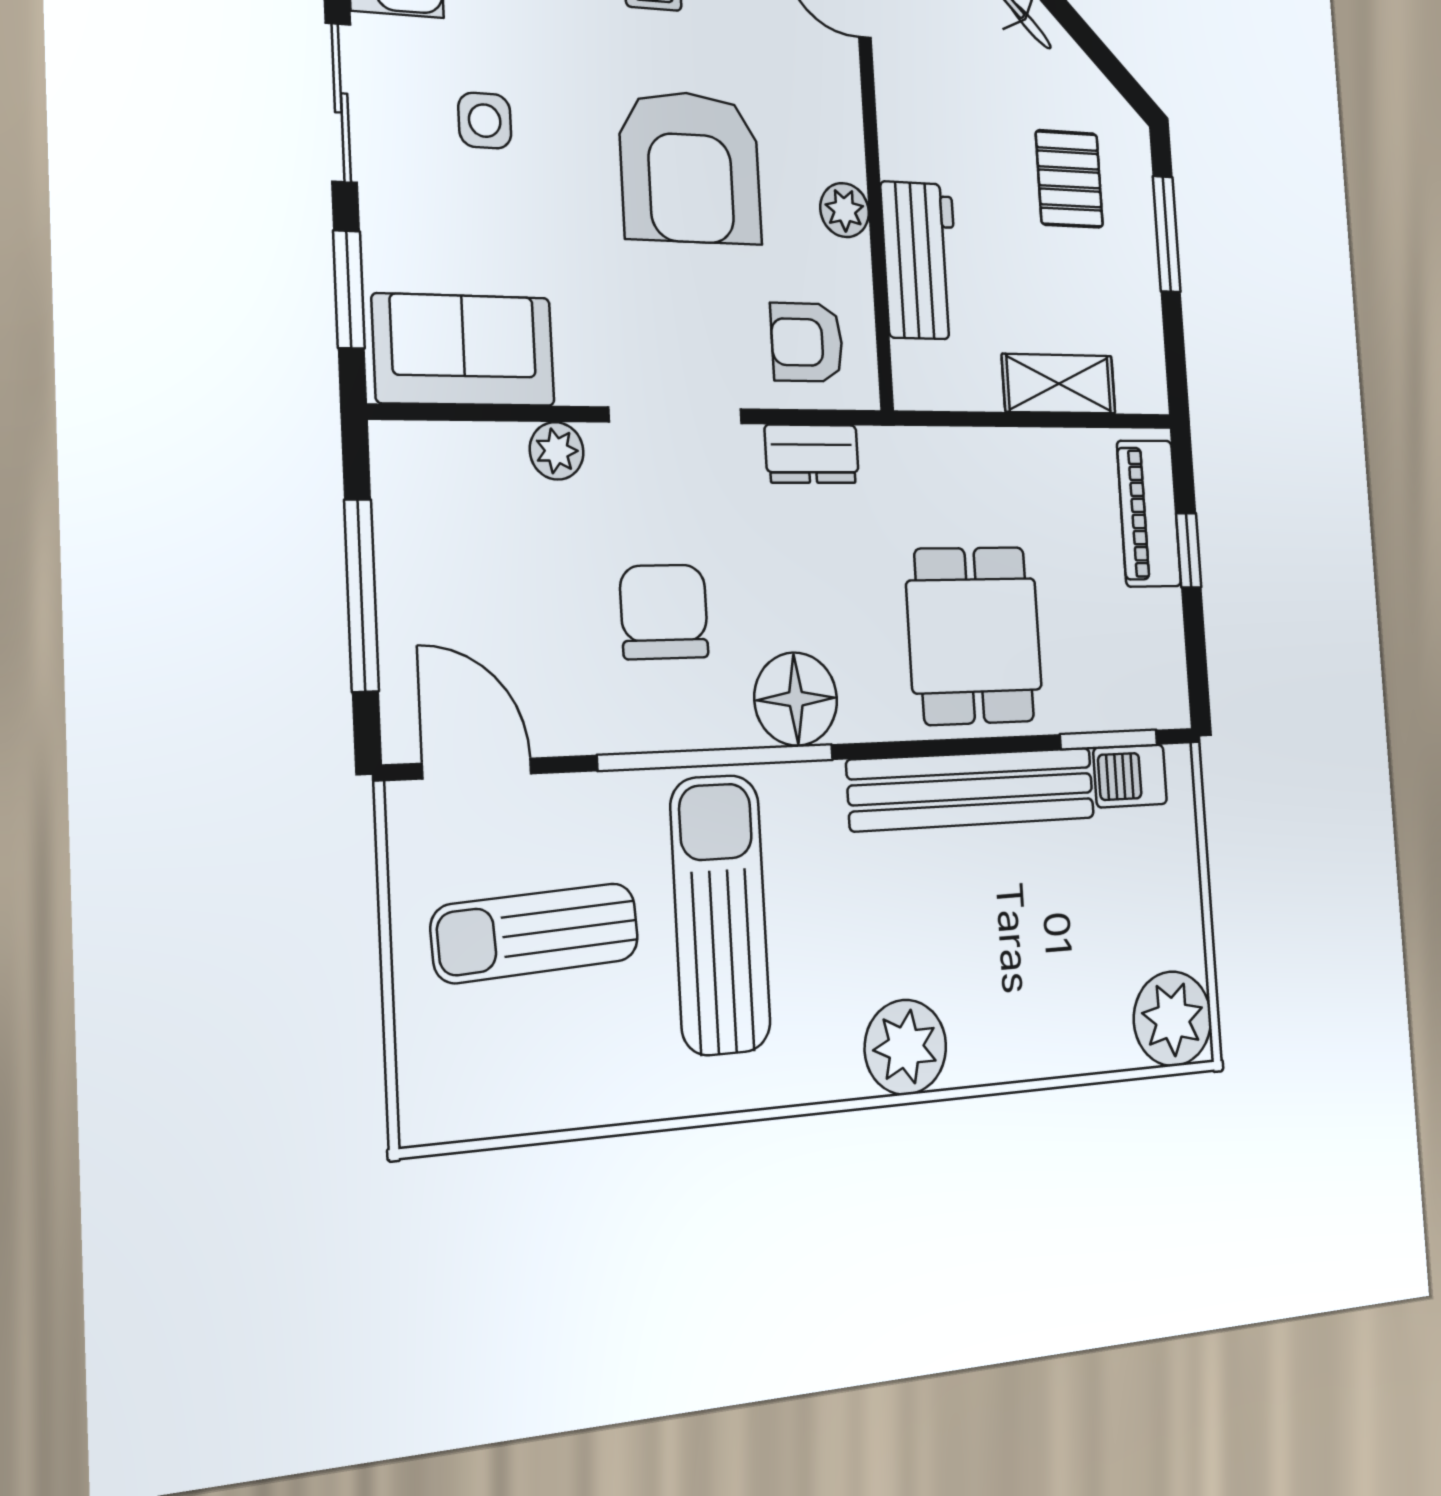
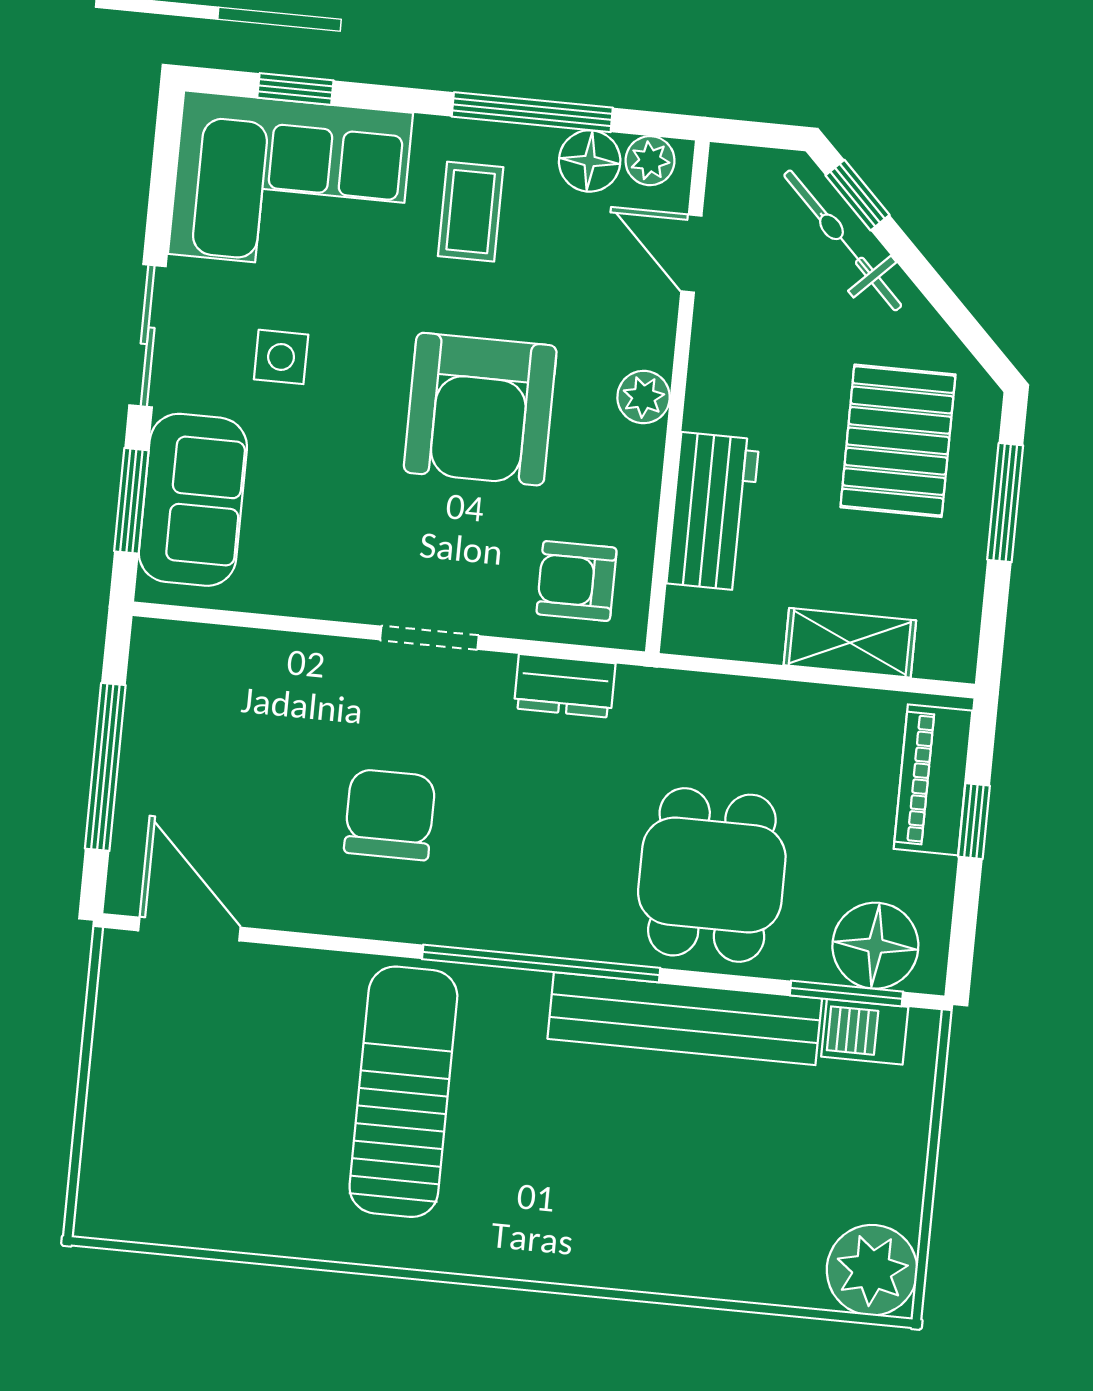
pallet: (1069, 179) -> (898, 441), width x1.50, depth x1.42
plant: (845, 210) -> (644, 397), moved
sofa: (464, 350) -> (193, 500), moved, turned 90
doorway: (676, 415) -> (429, 638), width x0.73
plant: (557, 451) -> (306, 659), removed
floor lamp: (796, 699) -> (875, 946), moved
window: (717, 758) -> (541, 963), moved
sun lounger: (535, 933) -> (223, 1078), removed
plant: (906, 1047) -> (573, 1243), removed

